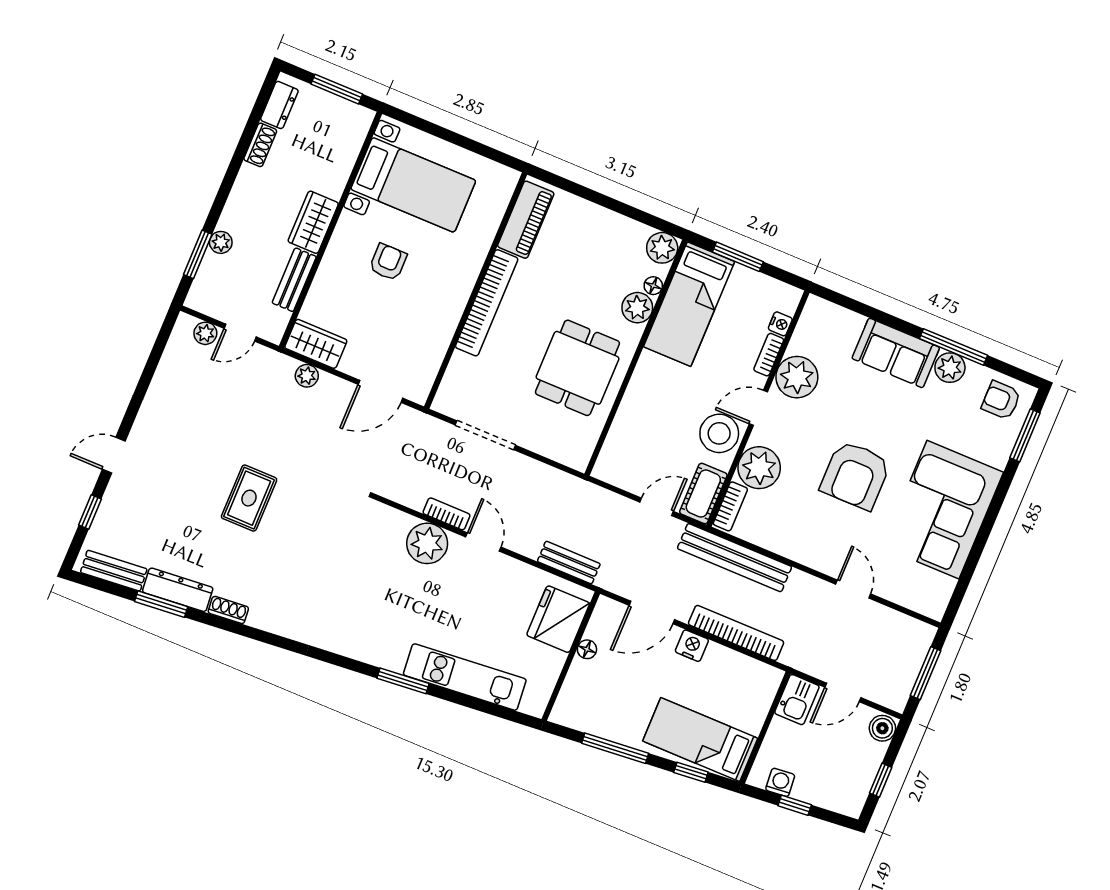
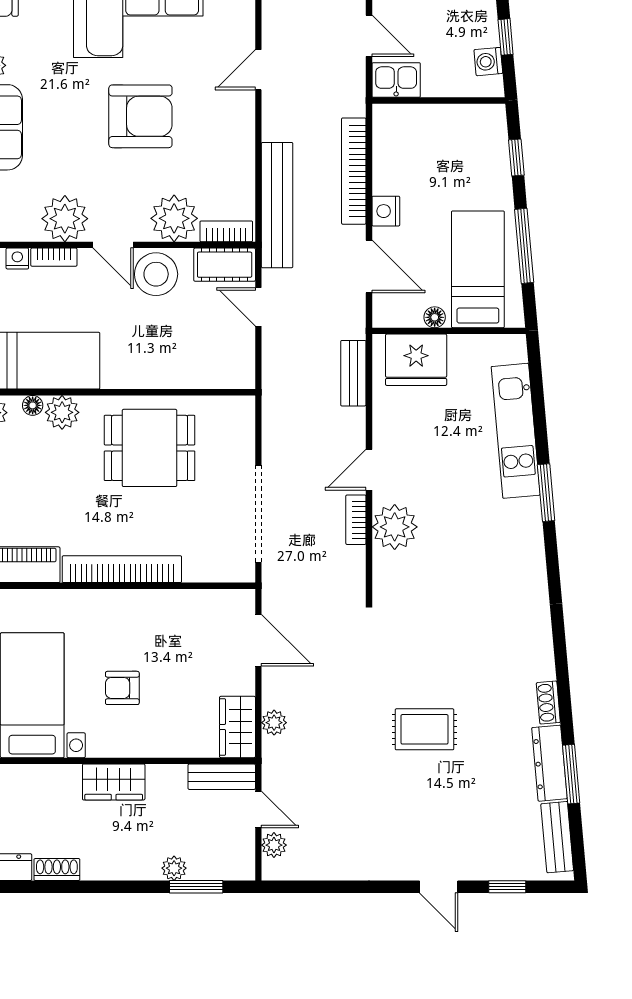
bench: (294, 280) -> (222, 777), moved
doorway: (485, 435) -> (258, 514), width x1.36
bed: (700, 740) -> (478, 269), moved, turned 180

